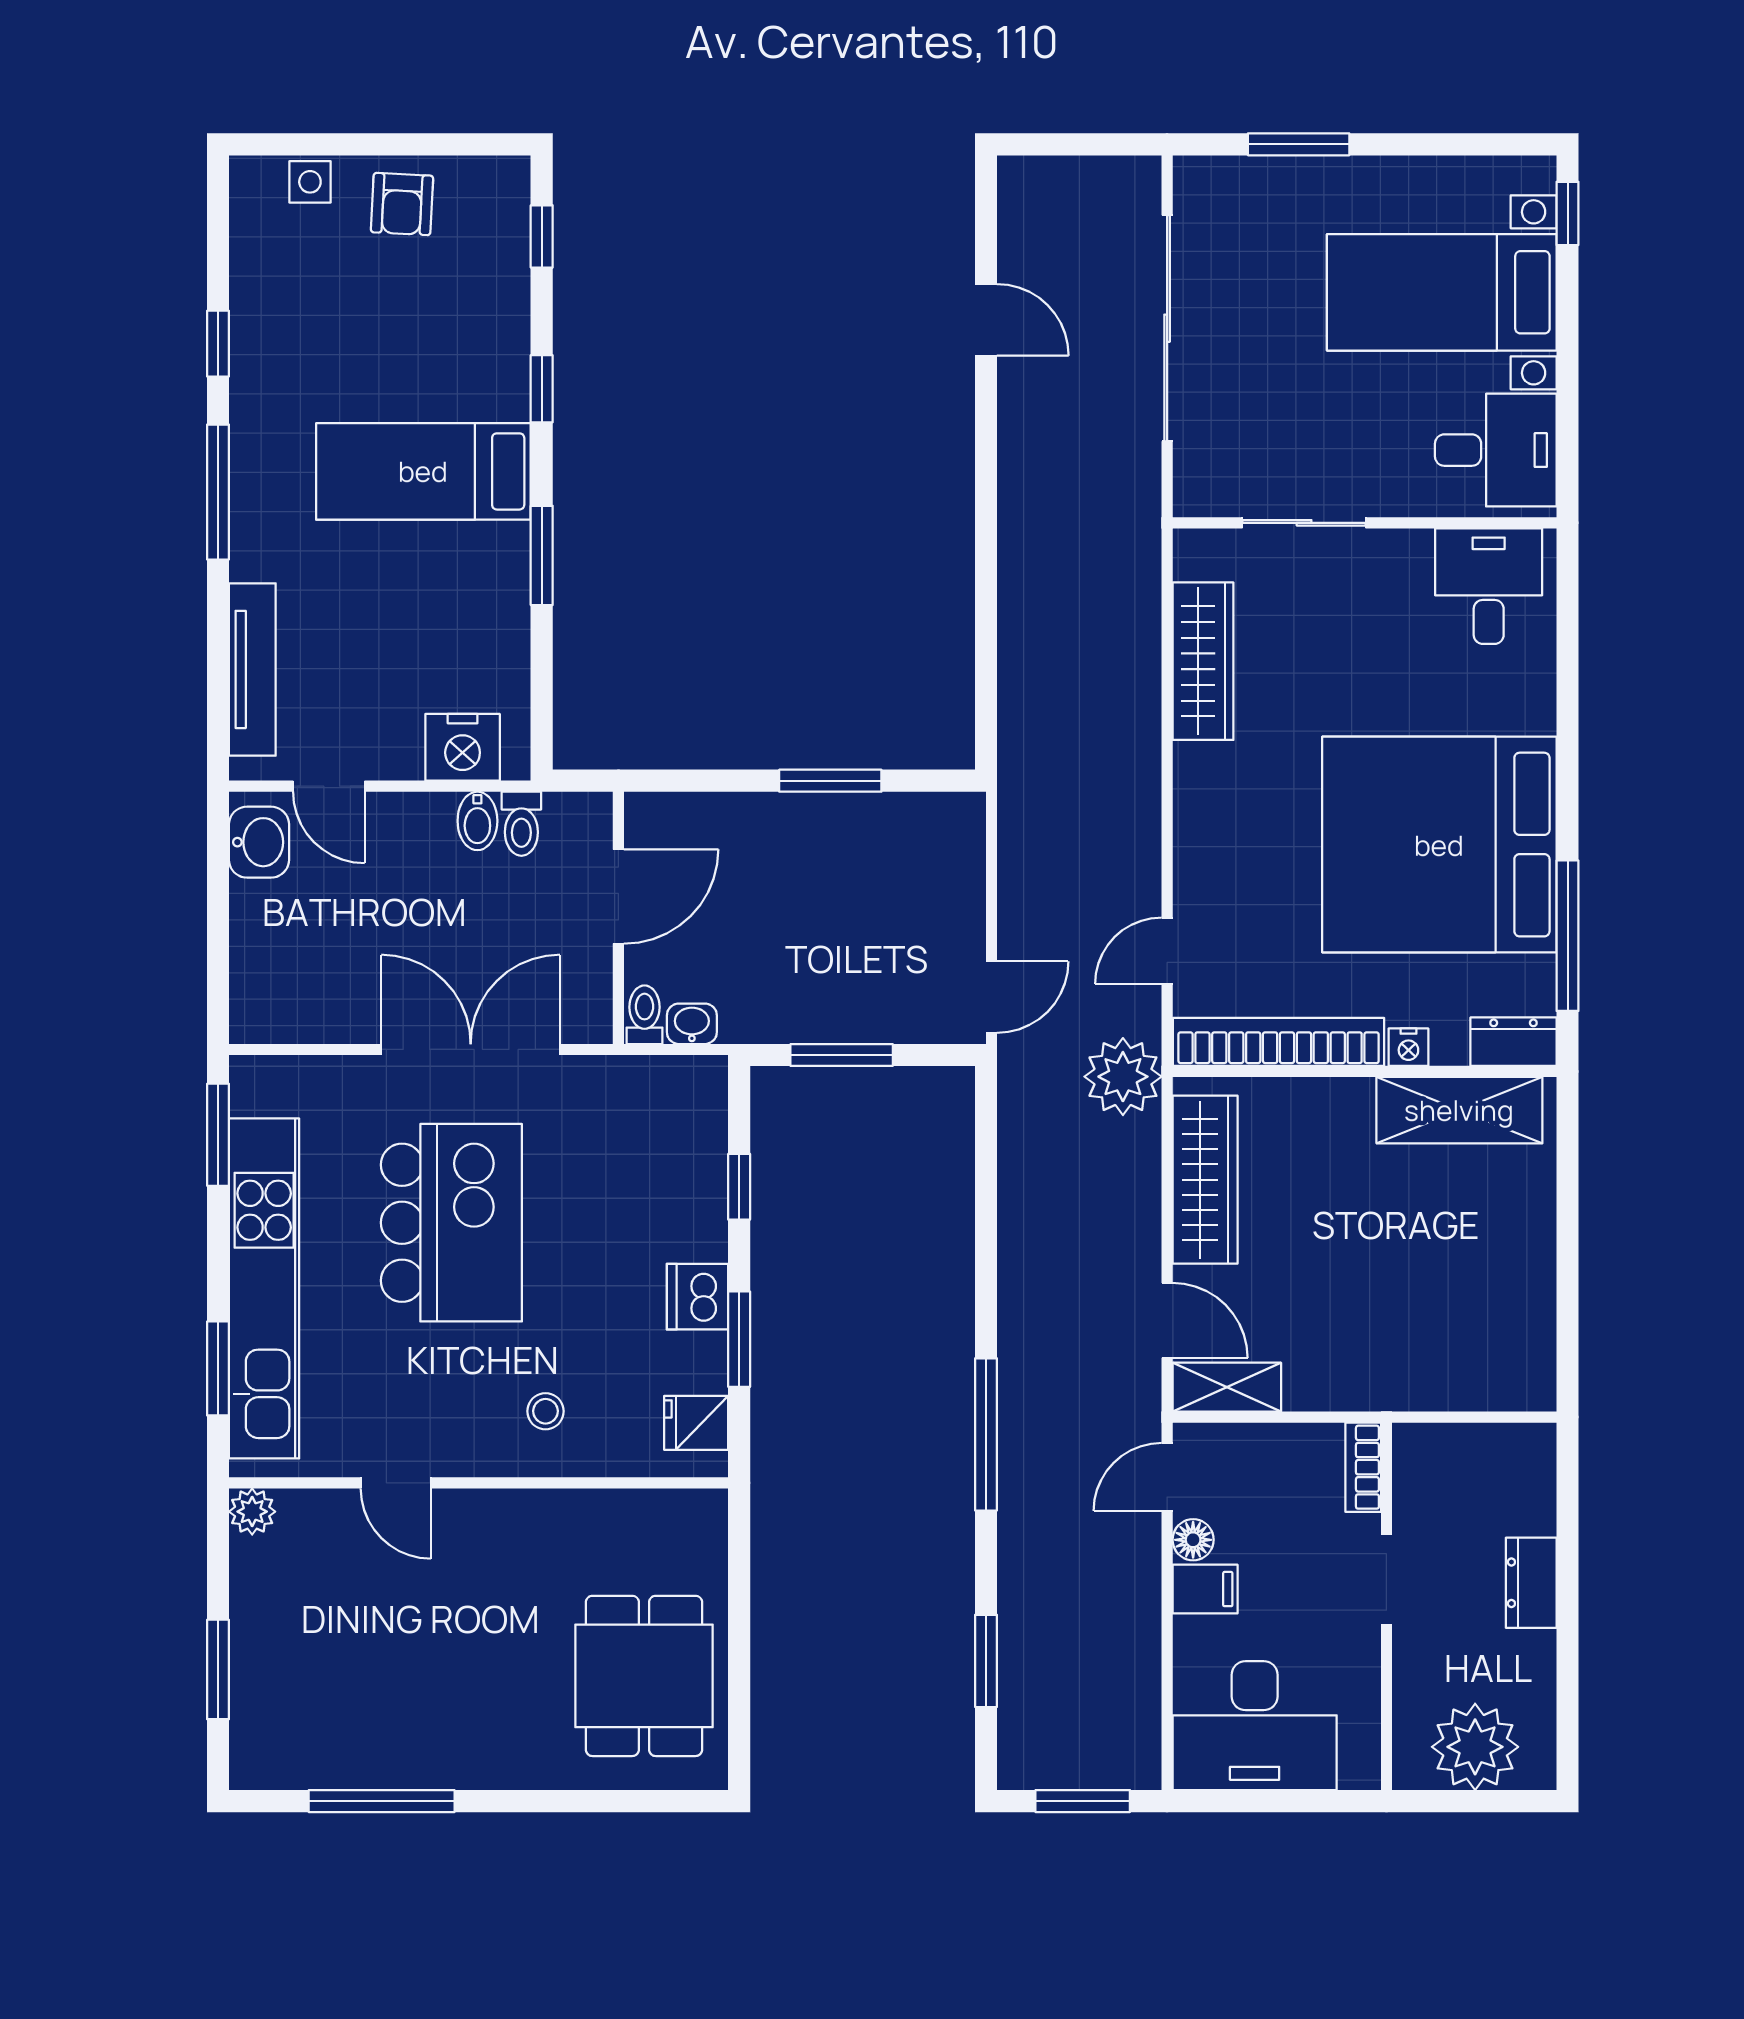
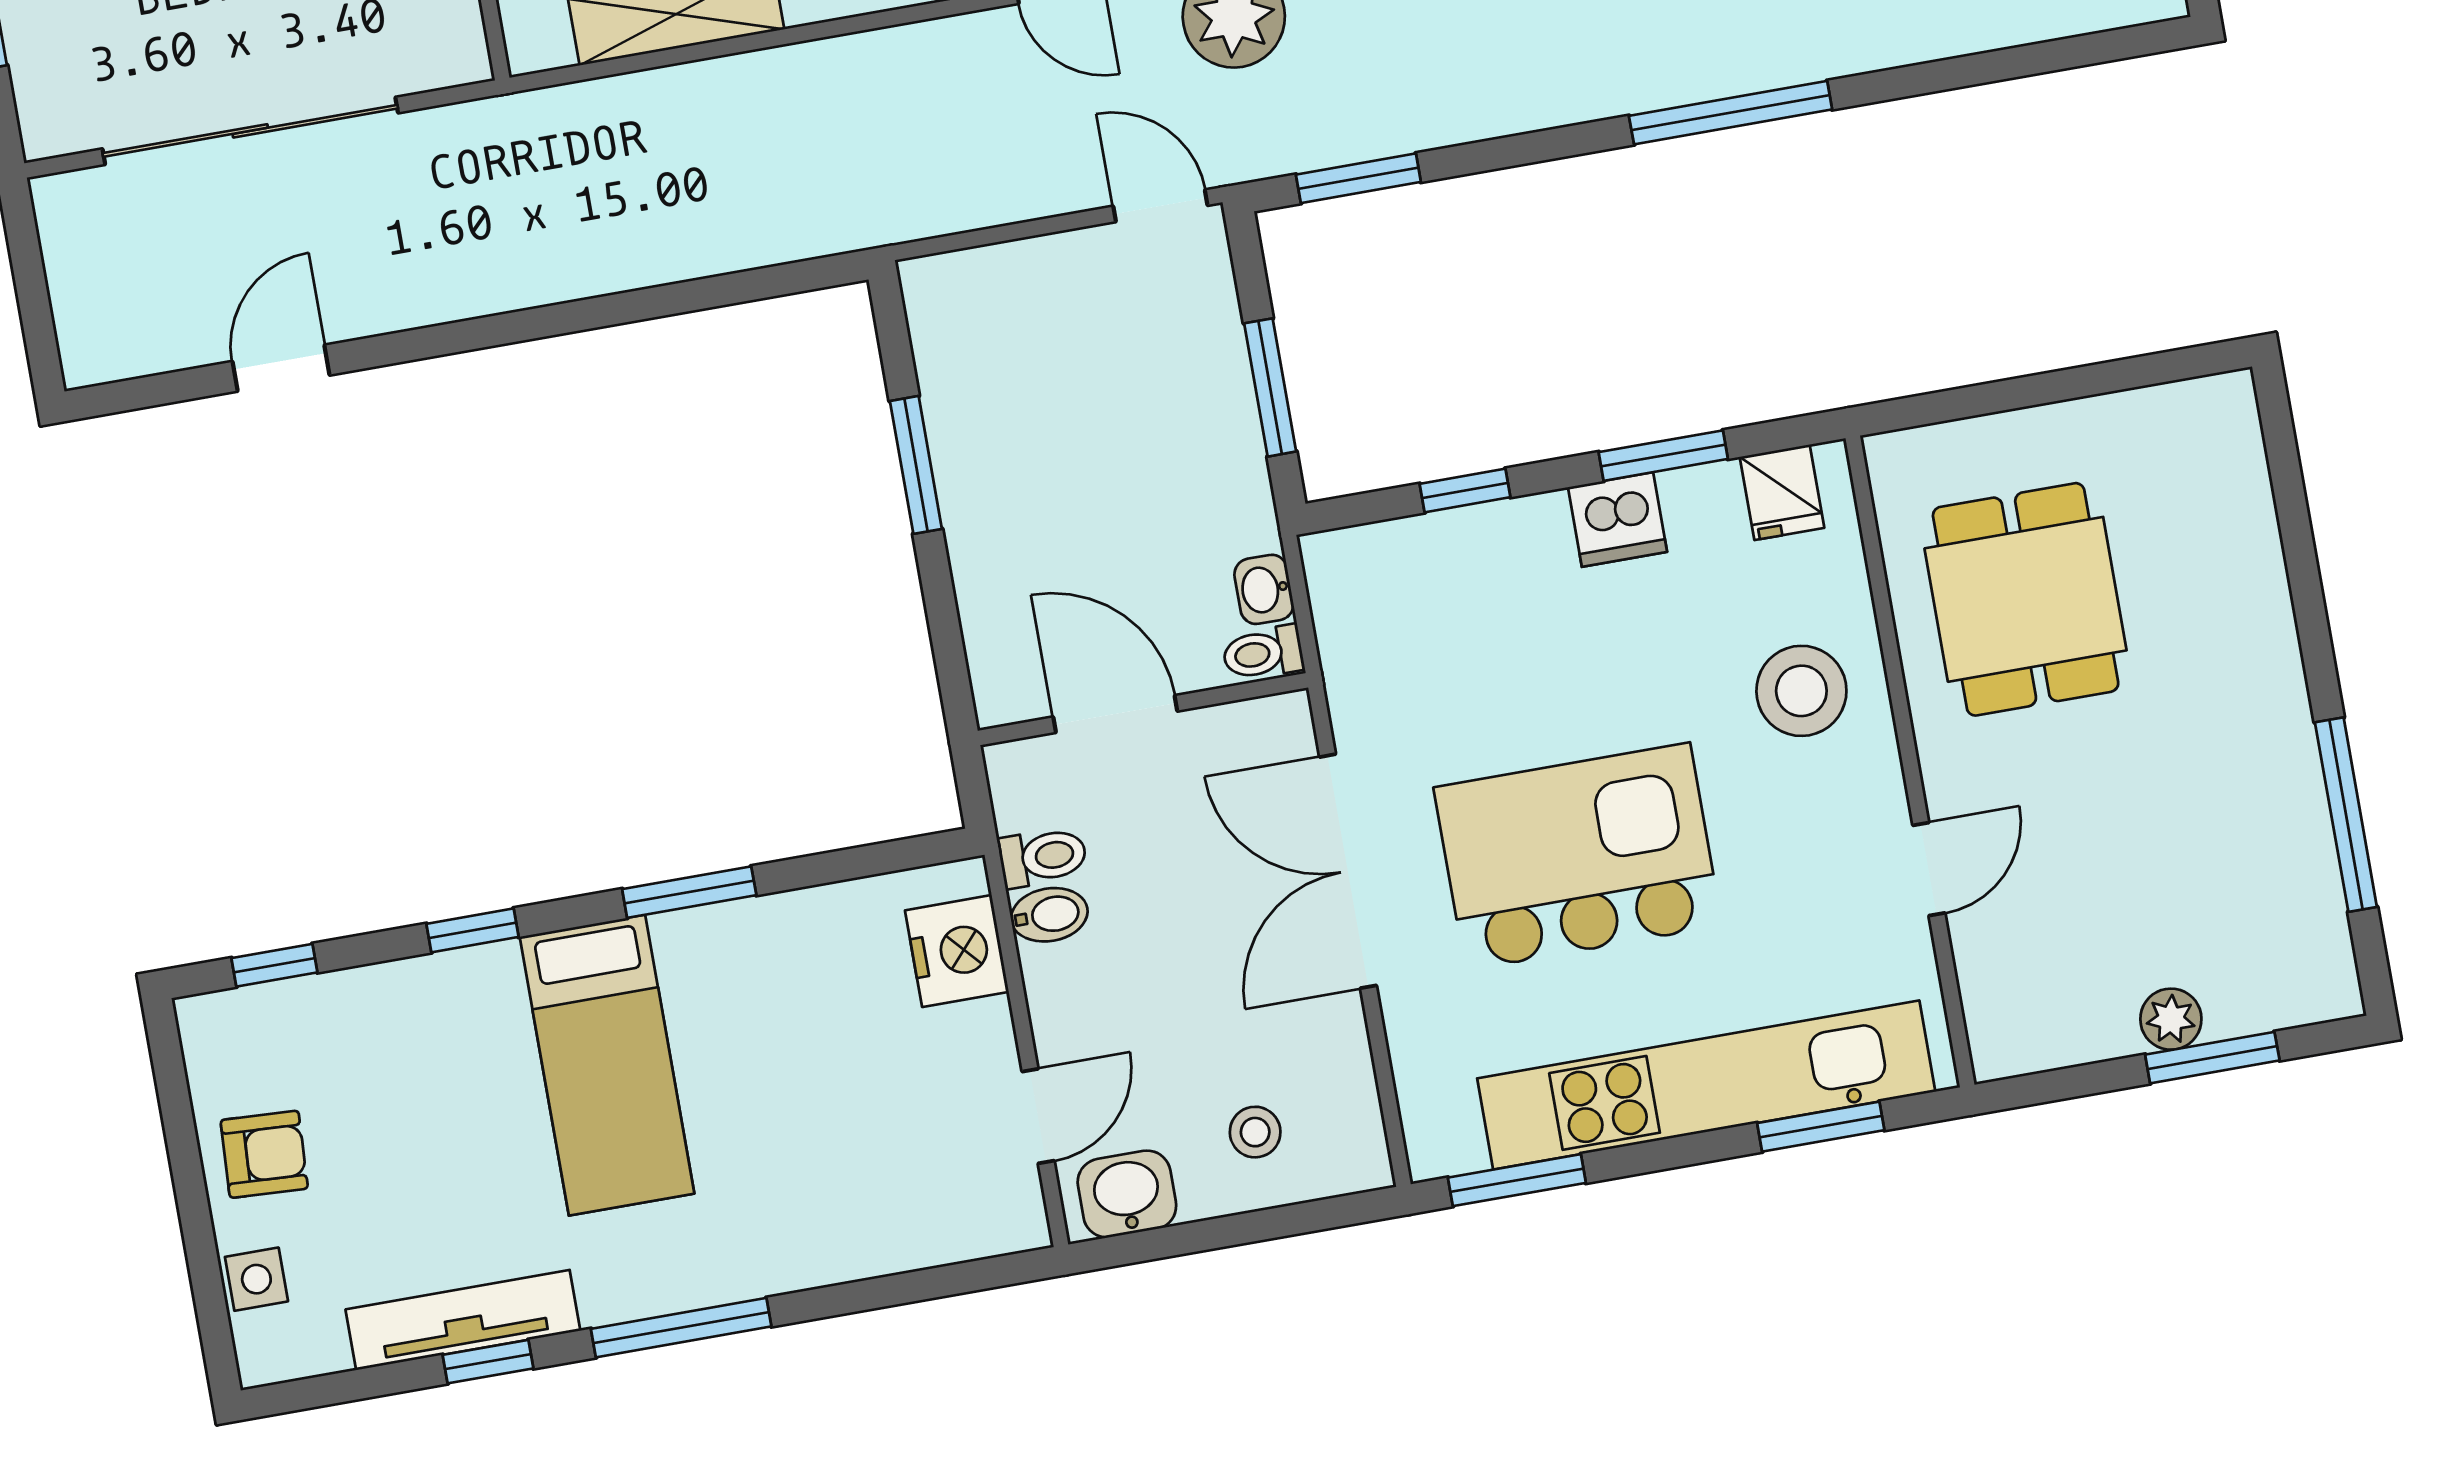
tv unit: (252, 669) -> (463, 1320), moved
stool: (288, 946) -> (1255, 1132), added
stool: (545, 1411) -> (1801, 691), width x1.89, depth x1.89
plant: (252, 1512) -> (2171, 1019), moved
window: (986, 1661) -> (1358, 178), moved
dining table: (644, 1676) -> (2026, 599), moved, turned 90

